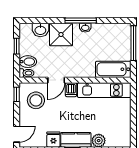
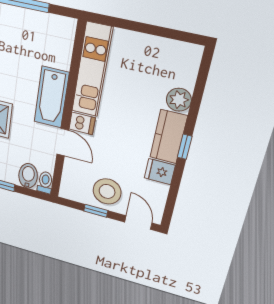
bathtub: (113, 69) -> (52, 97), moved
window: (17, 94) -> (96, 211), moved
stool: (36, 100) -> (107, 191), moved

